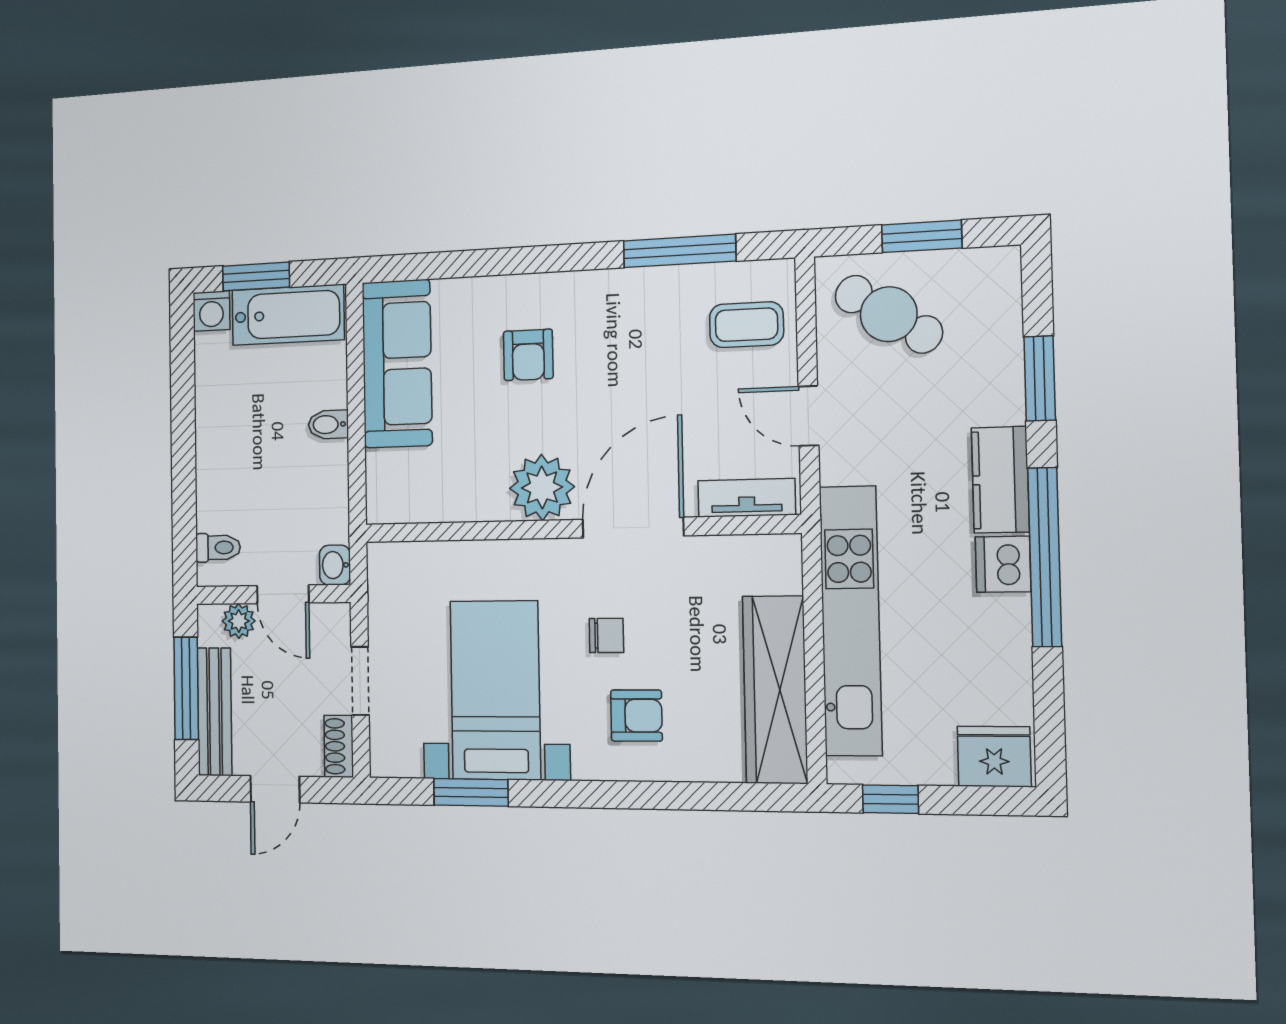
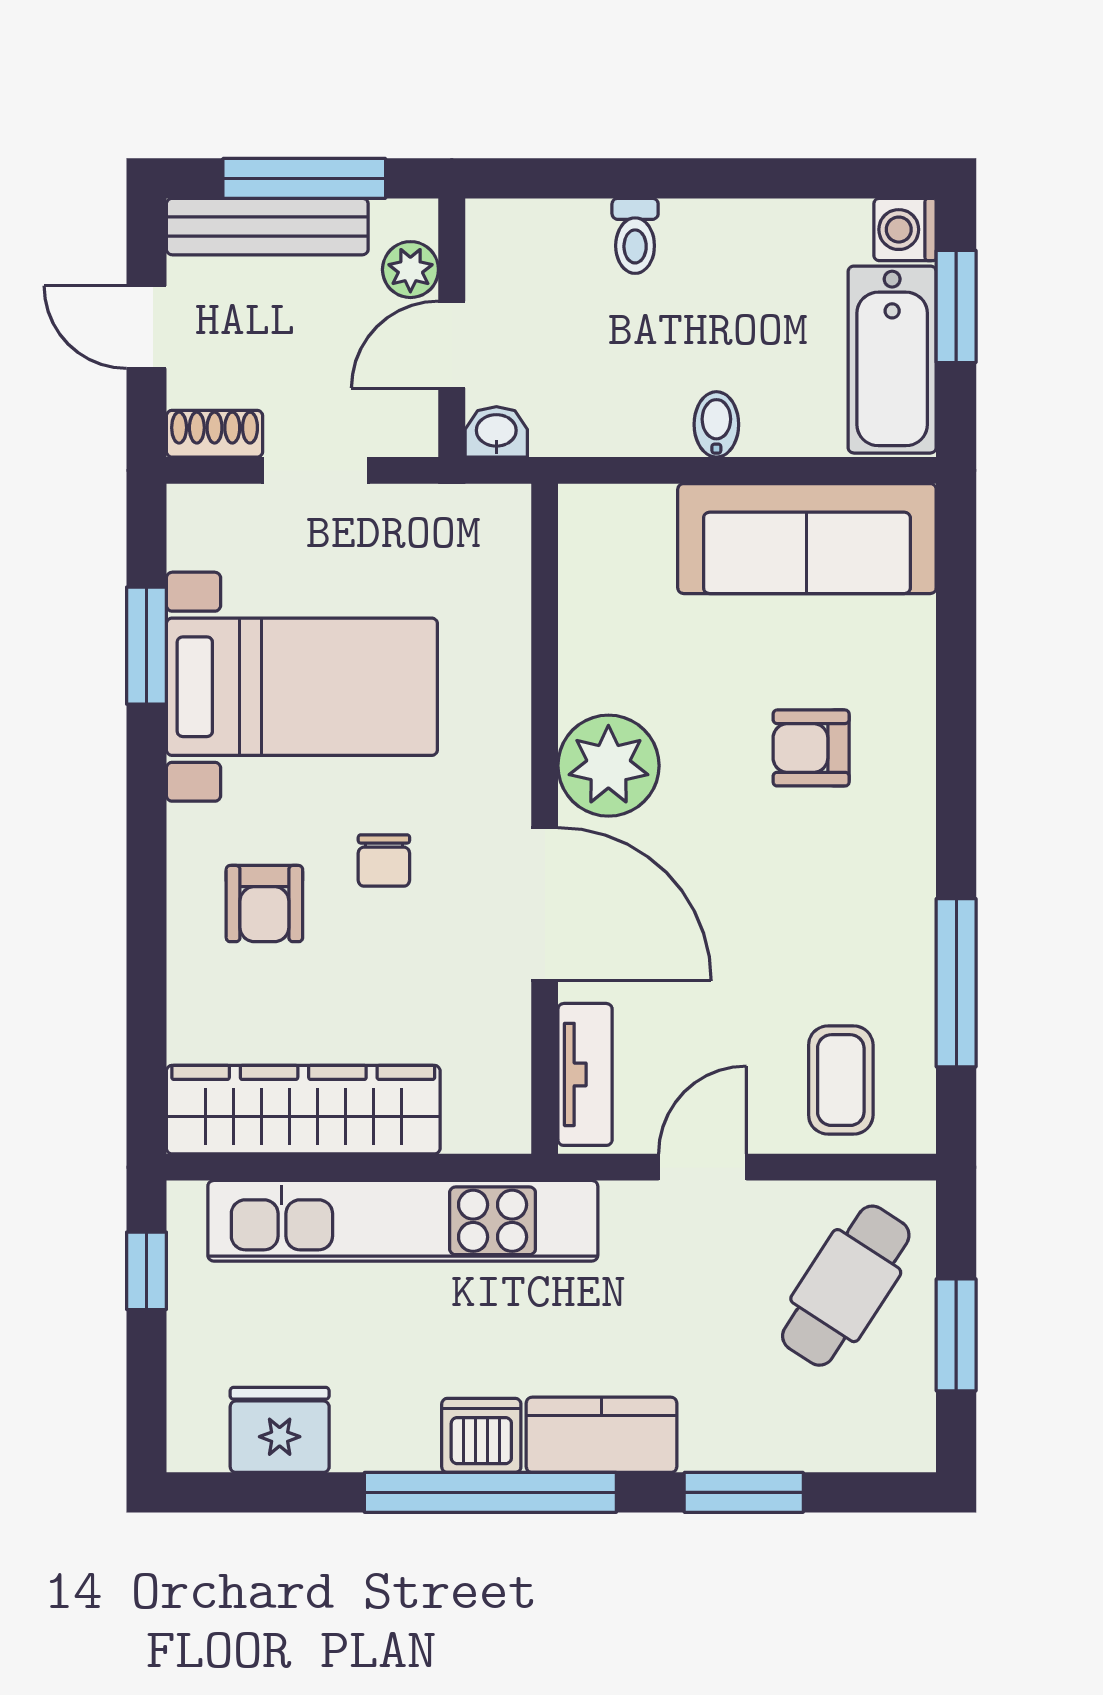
toilet: (218, 548) -> (635, 236), moved
fridge: (994, 757) -> (280, 1430), moved, turned -90

